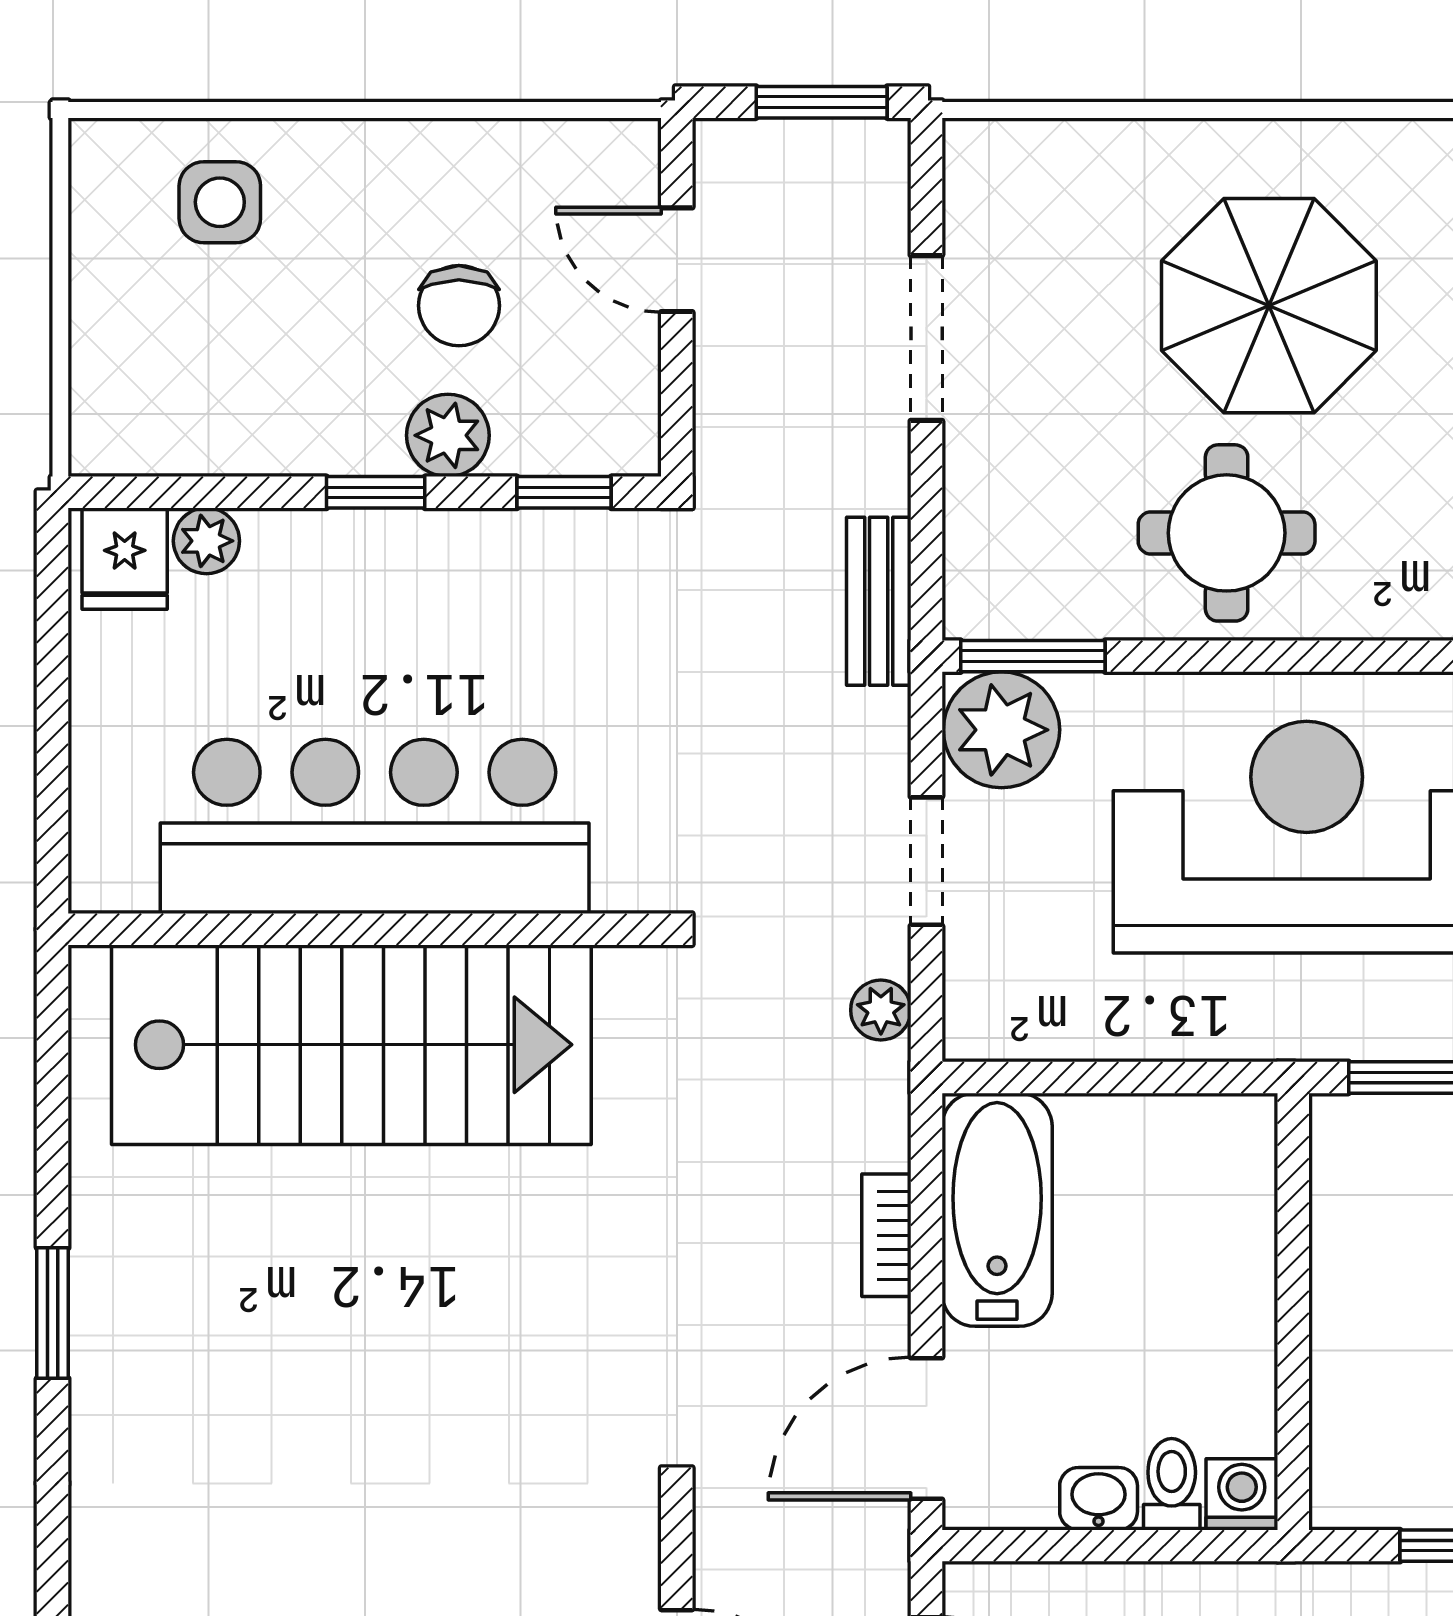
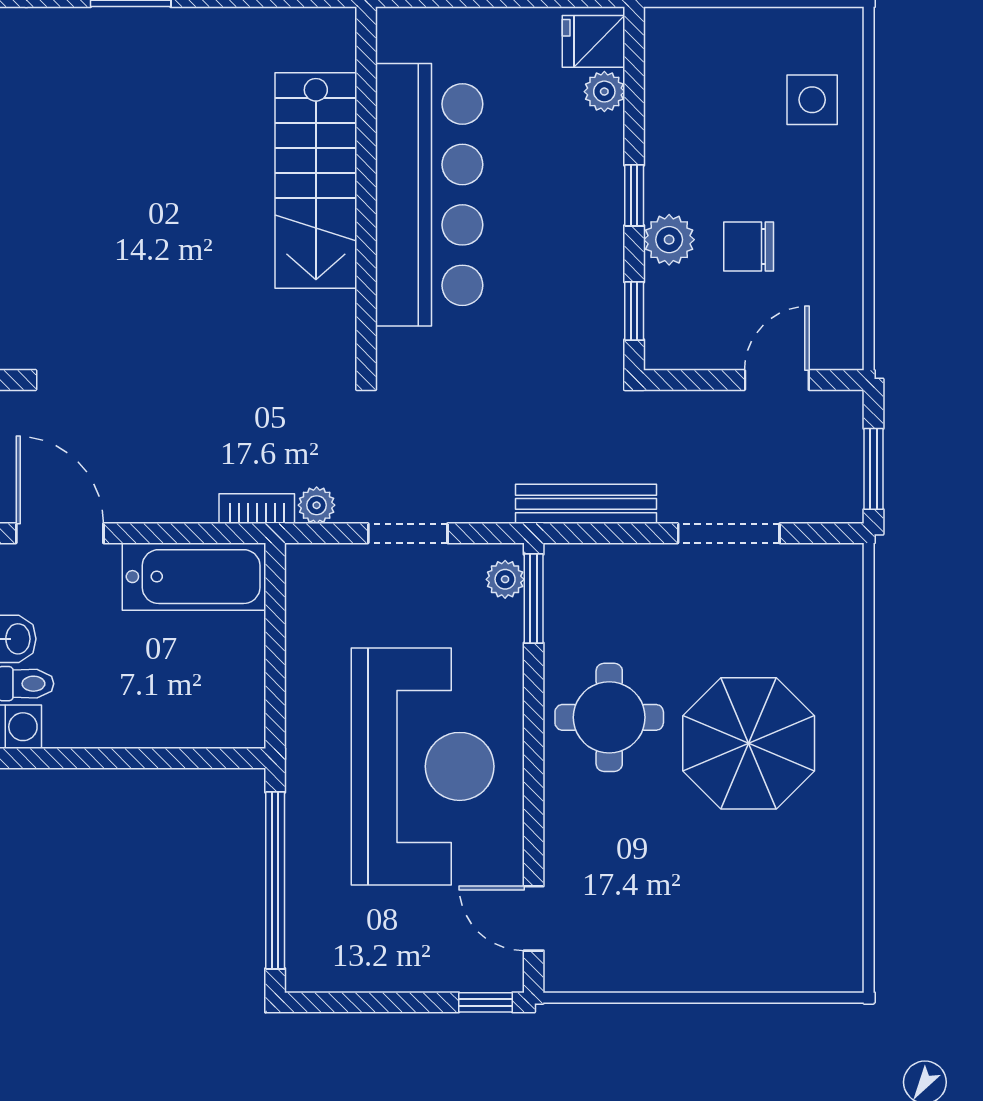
bench: (879, 601) -> (586, 504), width x1.36
plant: (1001, 730) -> (505, 579), width x0.53, depth x0.53
stairs: (351, 1045) -> (316, 180), width x0.73, depth x0.66
bookcase: (886, 1235) -> (257, 509), moved

